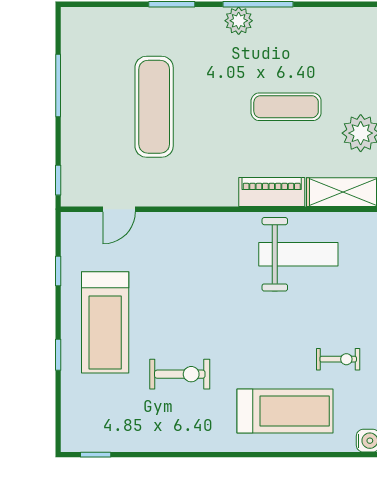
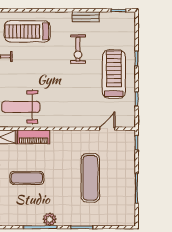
exercise bike: (180, 374) -> (78, 49), turned -90
bench: (164, 442) -> (86, 17), added

